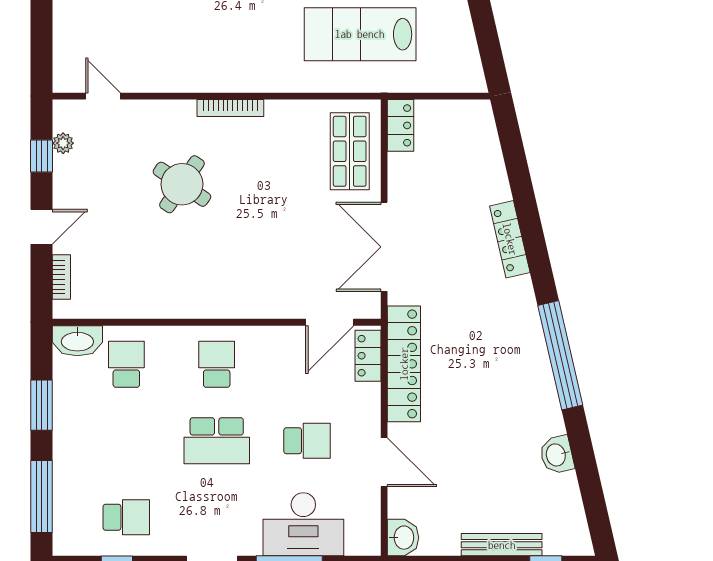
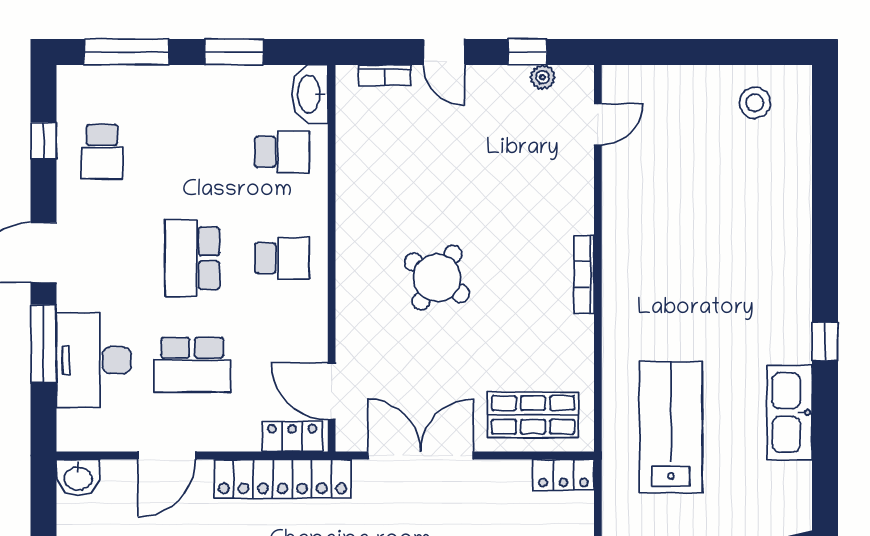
round table: (182, 184) -> (437, 278), moved
school desk: (307, 441) -> (192, 365), width x1.85

